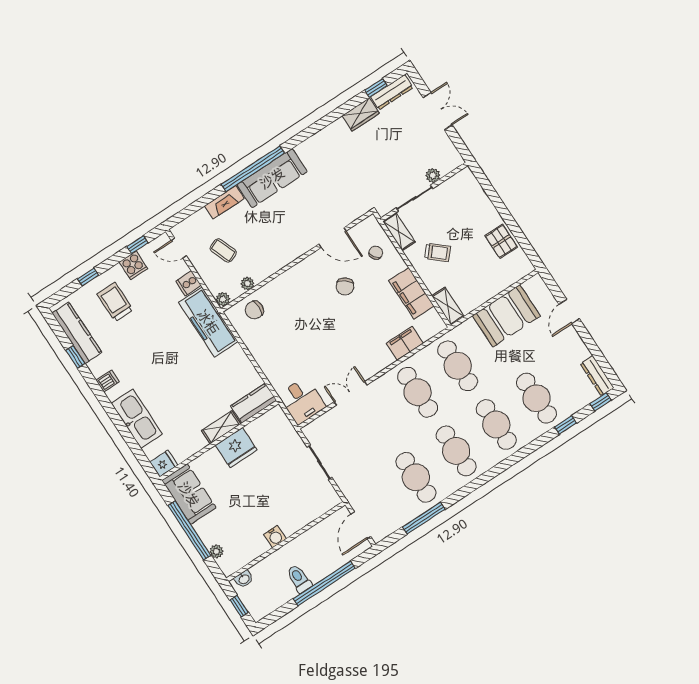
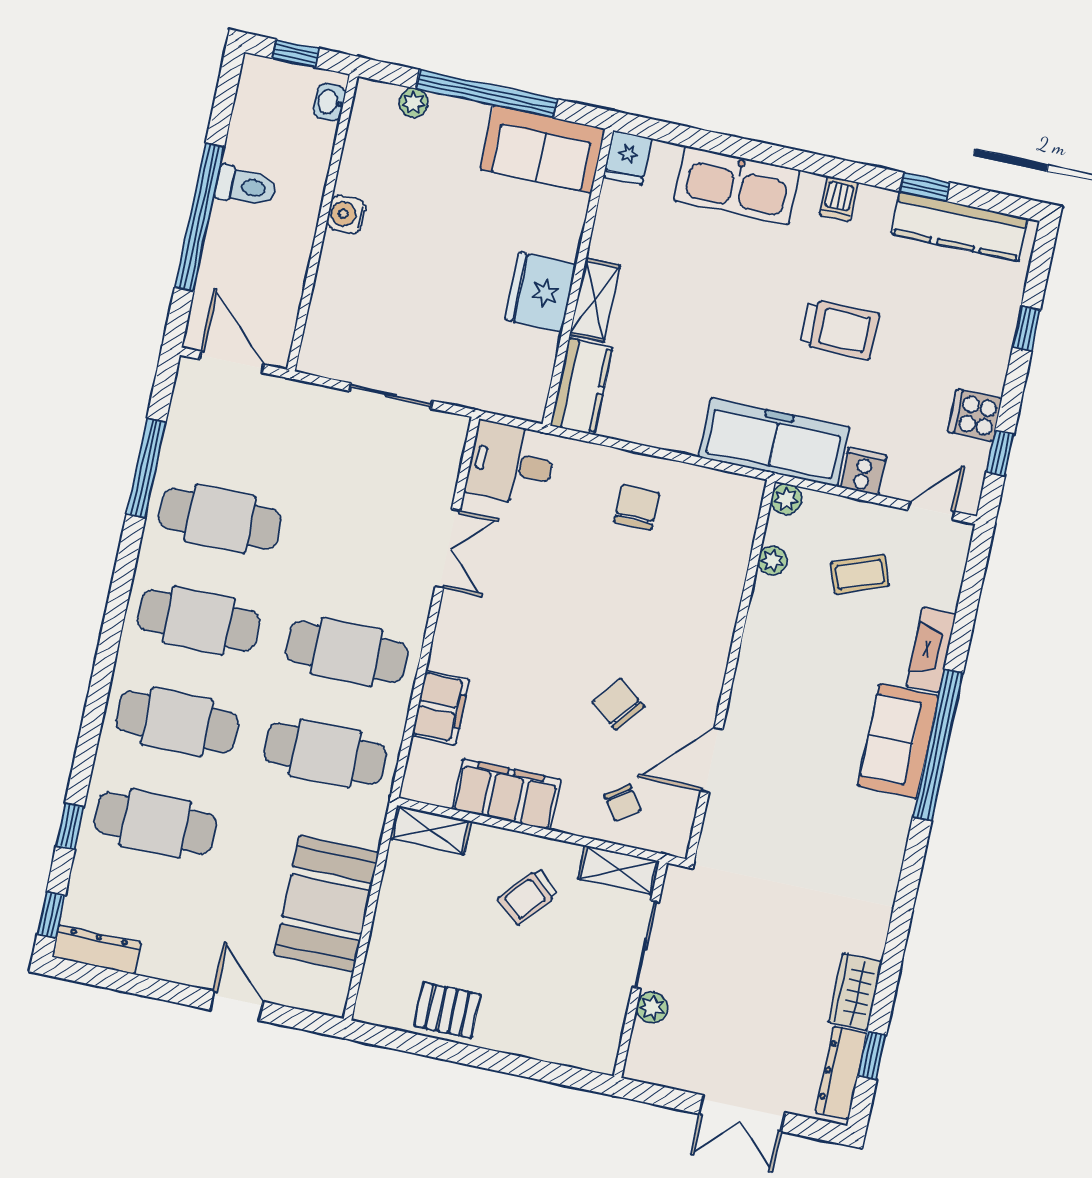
sofa: (272, 178) -> (898, 741), width x0.73
trolley: (115, 302) -> (839, 329), moved
chair: (254, 310) -> (637, 507), moved

